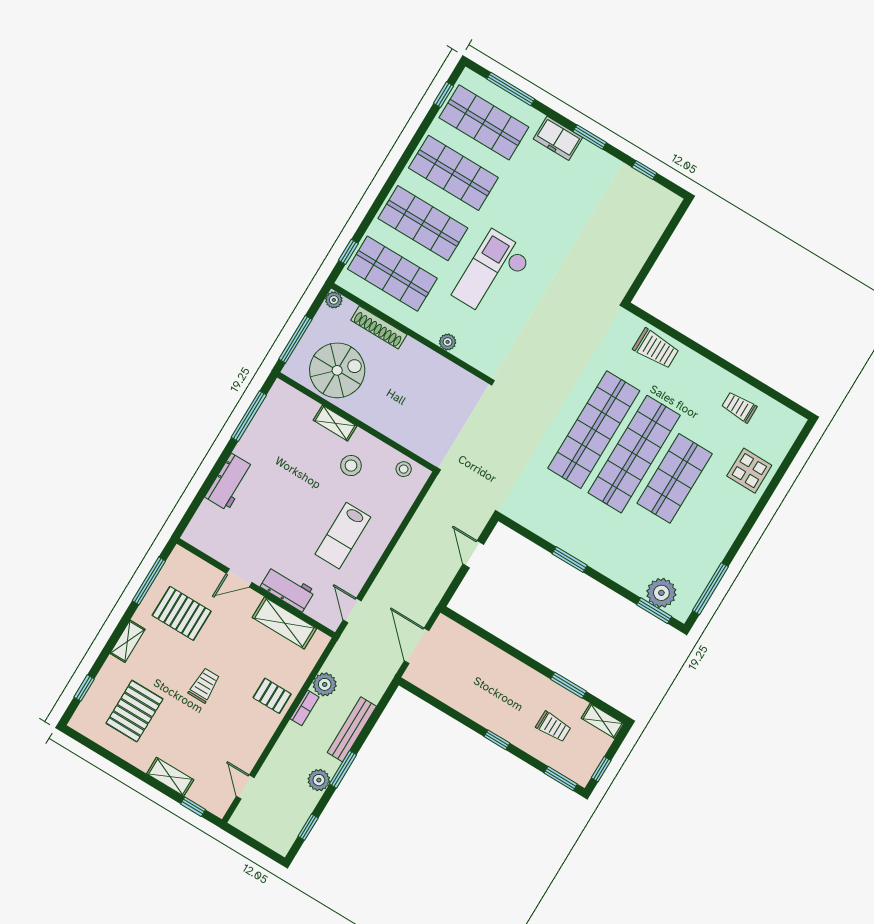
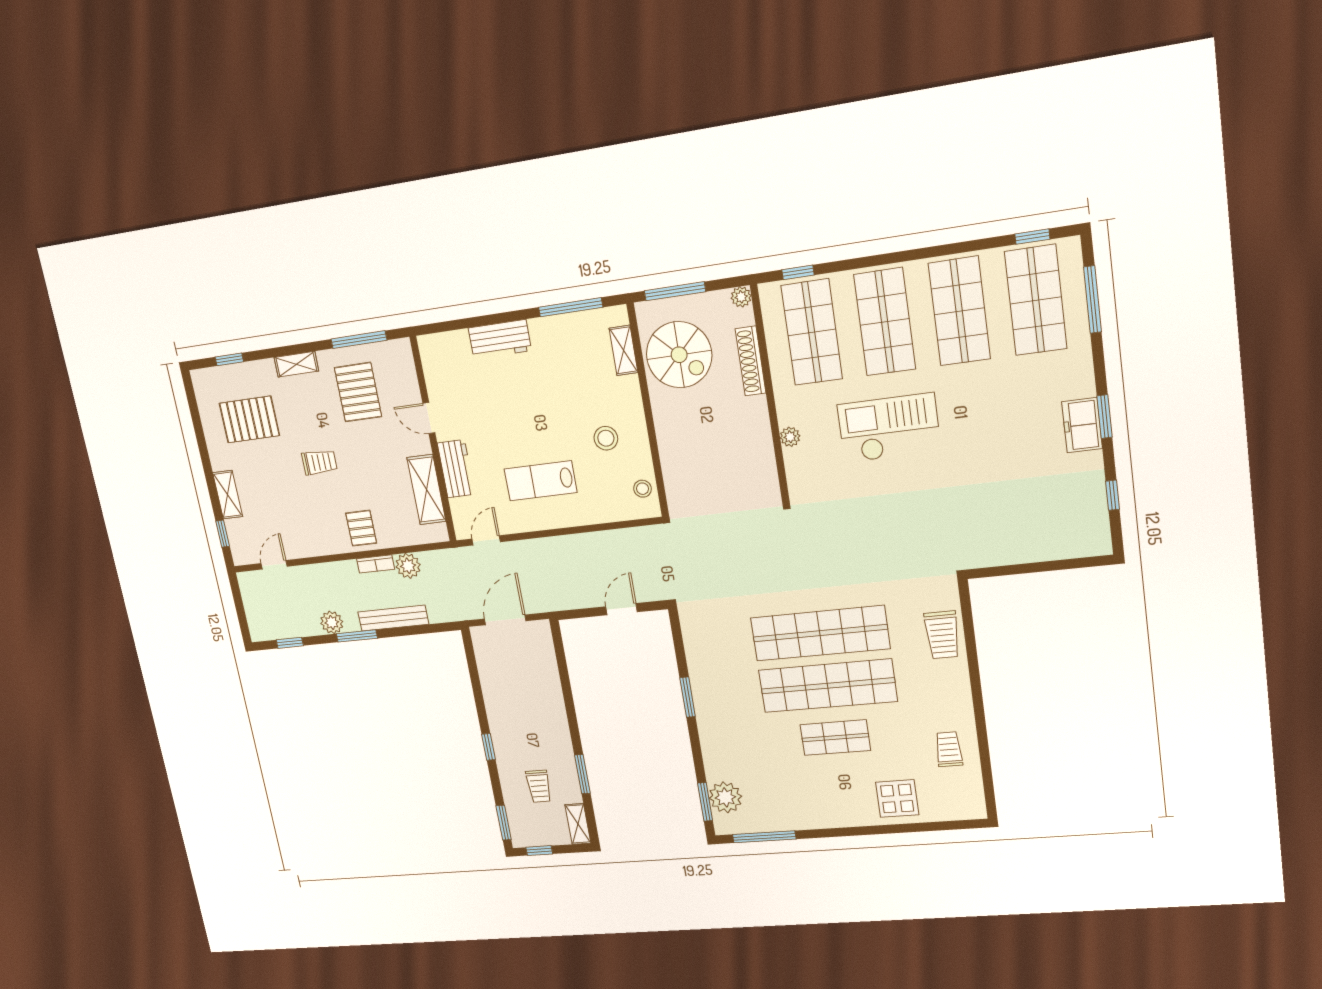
freezer: (558, 138) -> (1082, 425), moved
shelving: (335, 423) -> (624, 350), moved
shop shelf: (675, 478) -> (835, 737), width x0.70, depth x0.74

